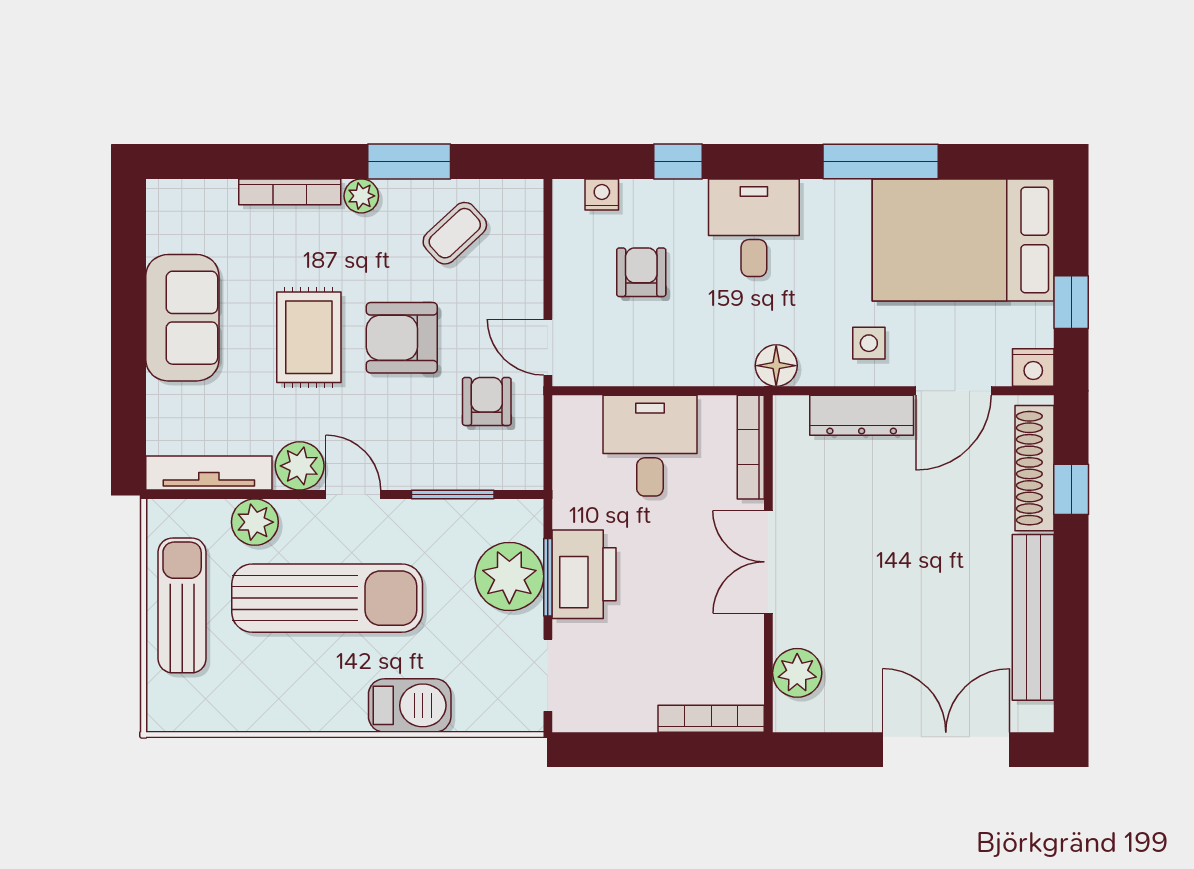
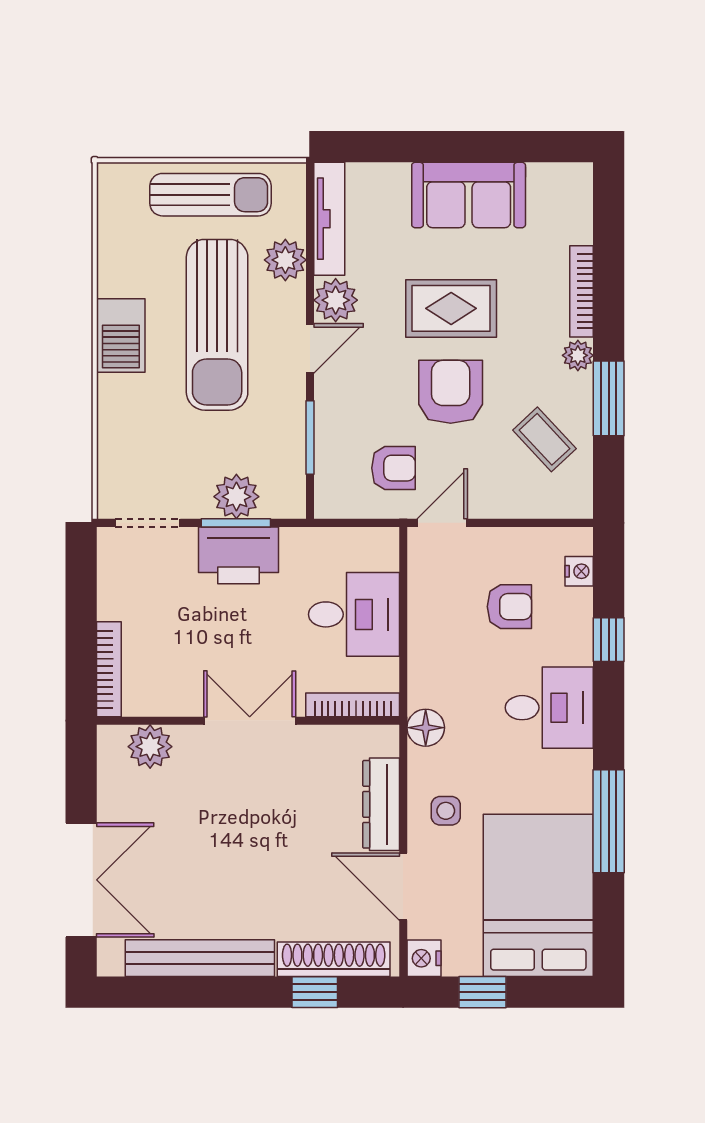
plant: (509, 576) -> (236, 497), width x0.73, depth x0.73
barbecue: (410, 705) -> (121, 335), moved

